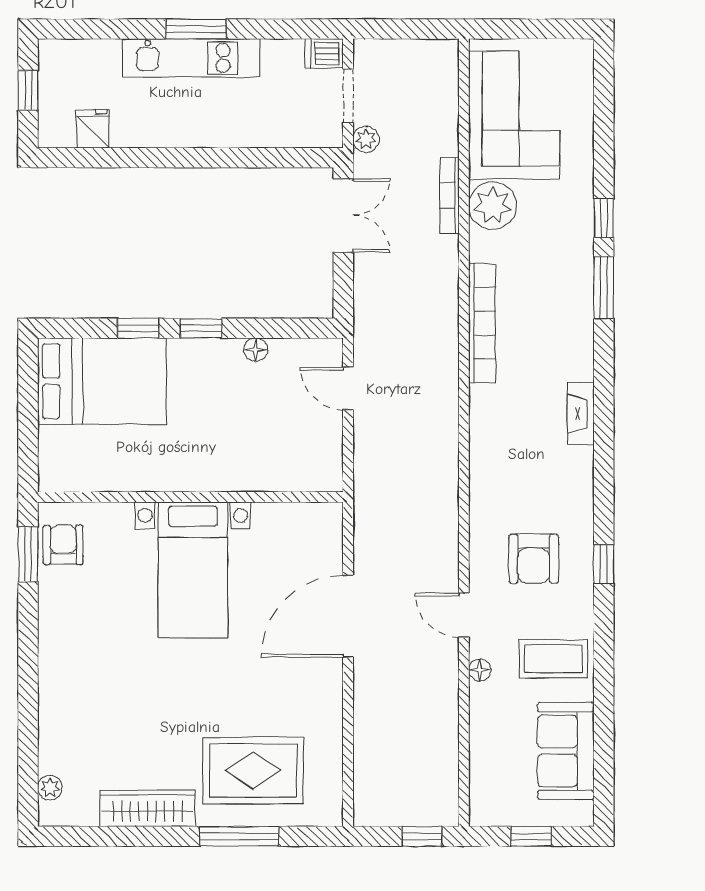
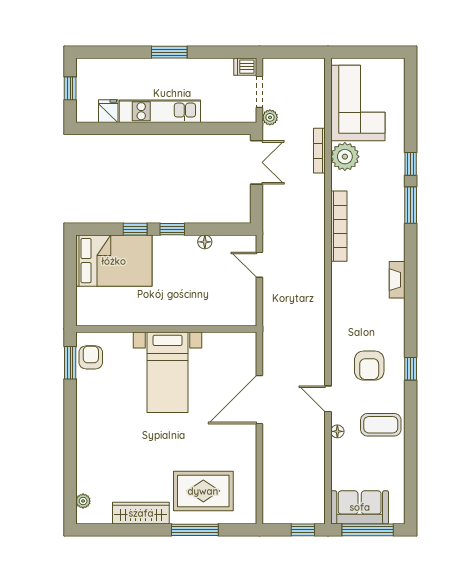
kitchen unit: (191, 58) -> (160, 111), moved, turned 180
sofa: (566, 751) -> (360, 507), moved, turned 90
window: (531, 836) -> (368, 530), width x2.17

